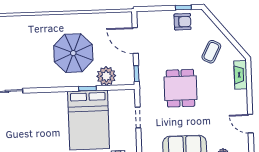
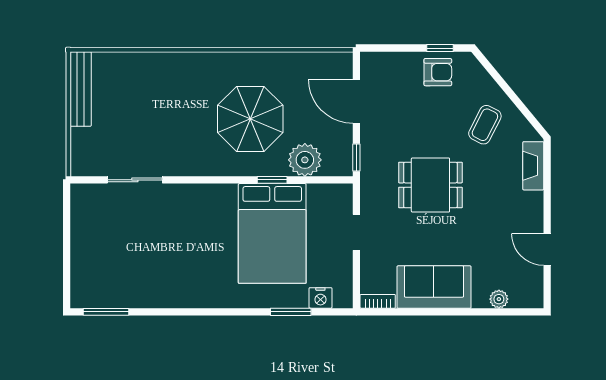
dining table: (181, 88) -> (430, 185), turned 90

